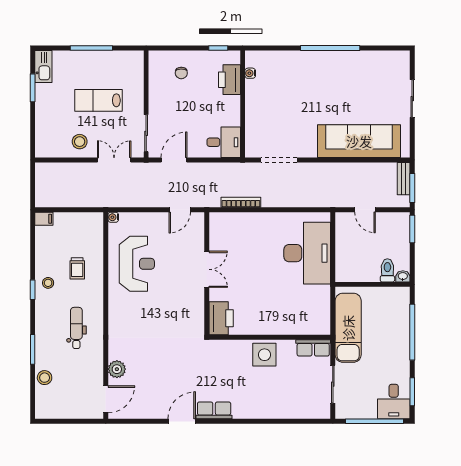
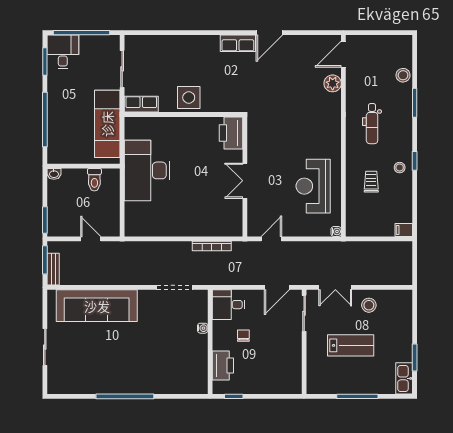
chair: (181, 73) -> (243, 336), moved
water cooler: (250, 73) -> (203, 328), moved
desk: (307, 253) -> (147, 170), moved
toilet: (387, 270) -> (94, 180), moved

